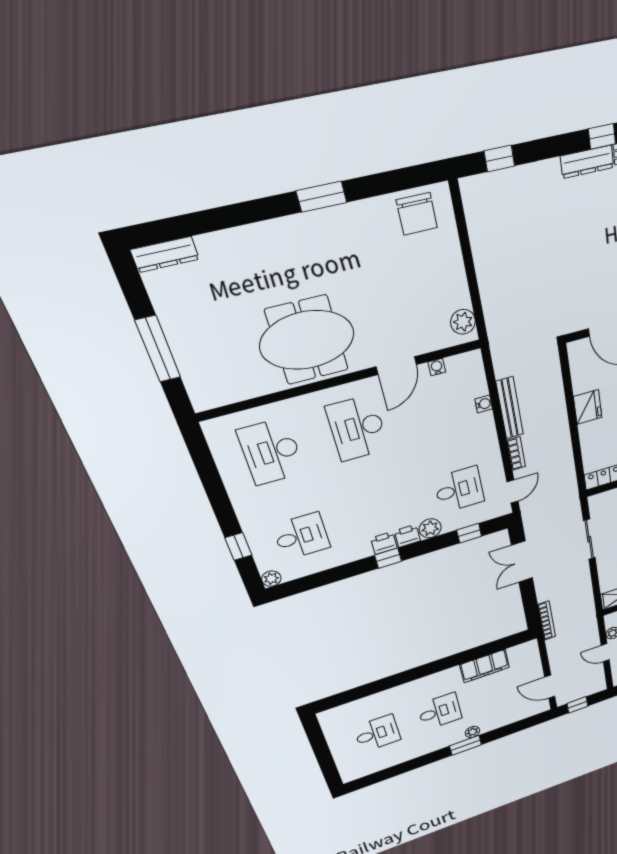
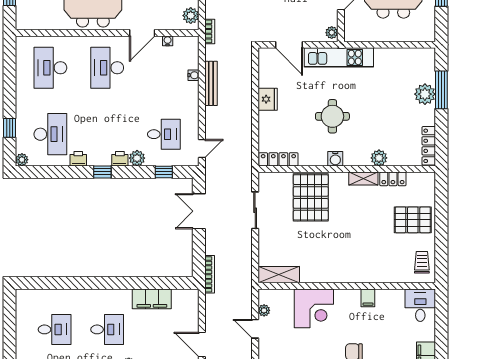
bookcase: (516, 453) -> (210, 31), moved
desk: (301, 536) -> (50, 134), width x1.37
printer: (384, 543) -> (78, 159), moved

